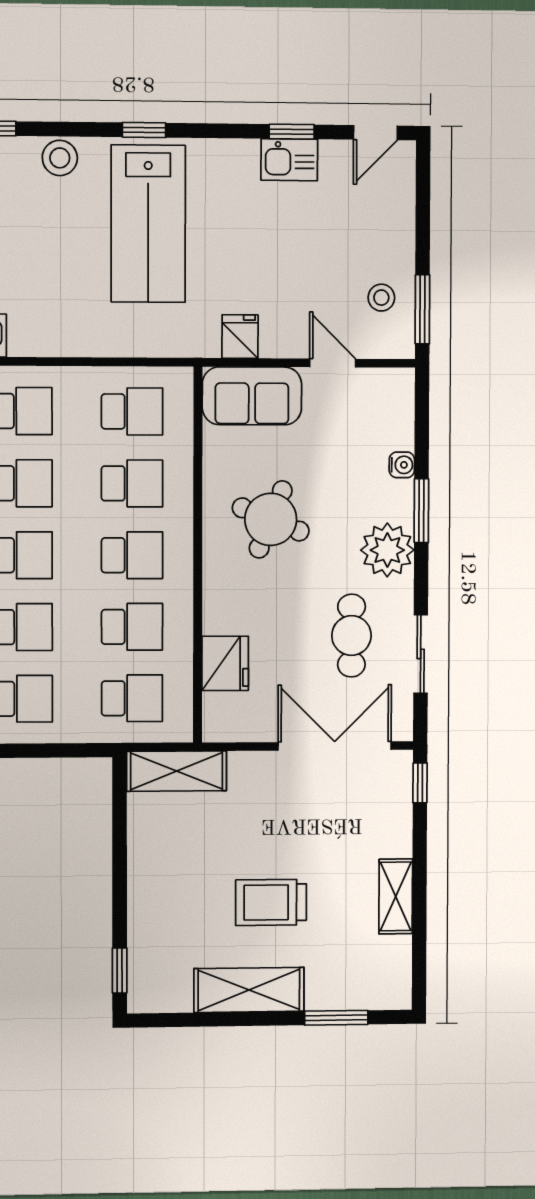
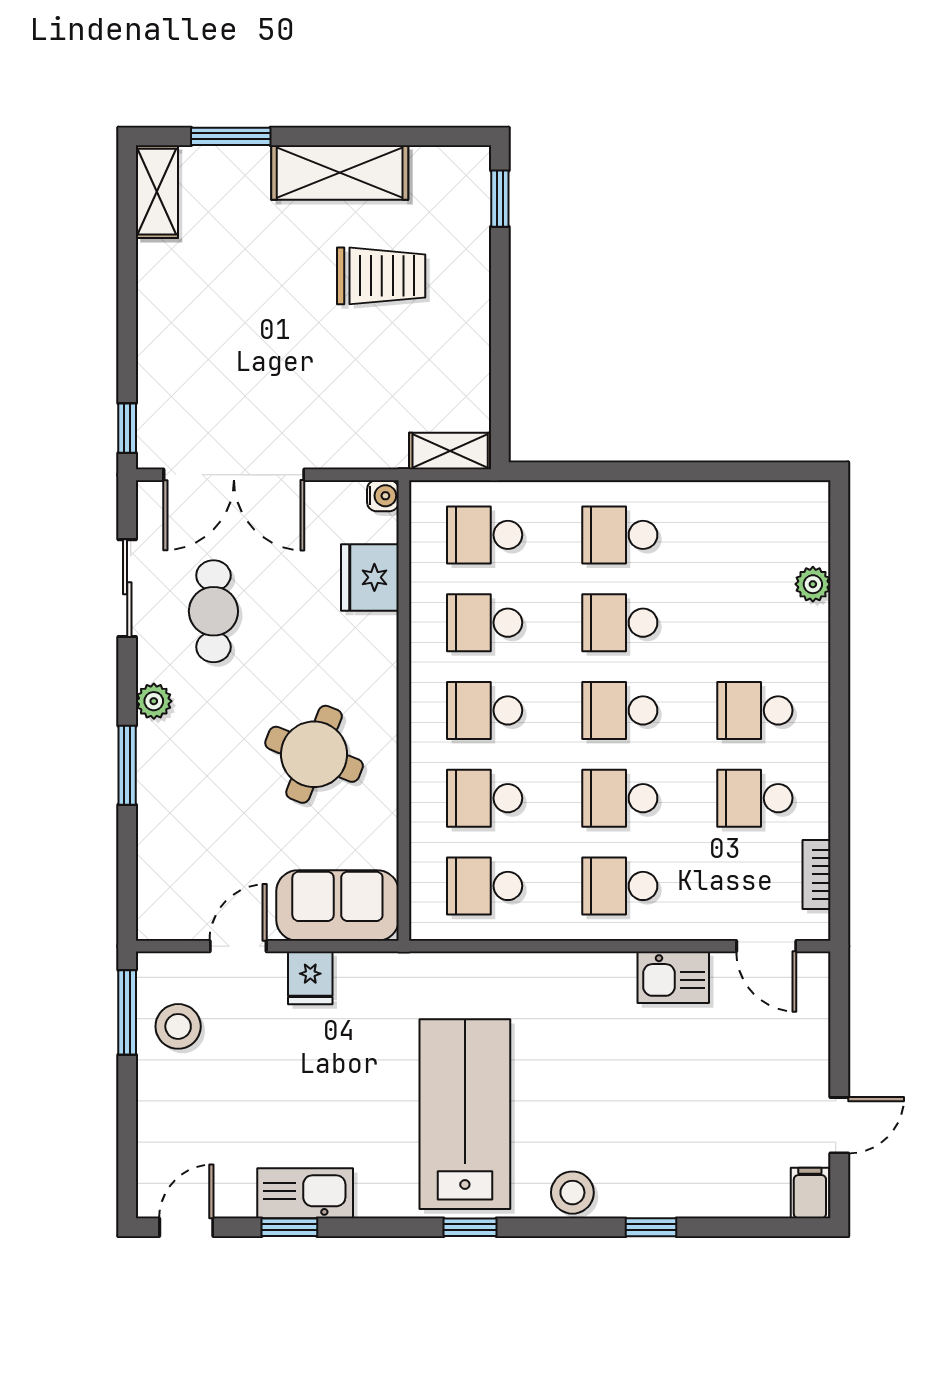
kitchen sink: (289, 160) -> (305, 1193), width x1.38
stool: (381, 298) -> (178, 1026), width x1.37, depth x1.37
fridge: (240, 337) -> (310, 978), moved
door: (333, 363) -> (238, 946), swing flipped
water cooler: (402, 465) -> (383, 496), moved, turned 180
plant: (387, 550) -> (154, 701), width x0.53, depth x0.53
shelving: (177, 771) -> (450, 451), width x0.67, depth x0.75
shelving: (396, 896) -> (157, 192), moved
trolley: (271, 902) -> (381, 276), moved

